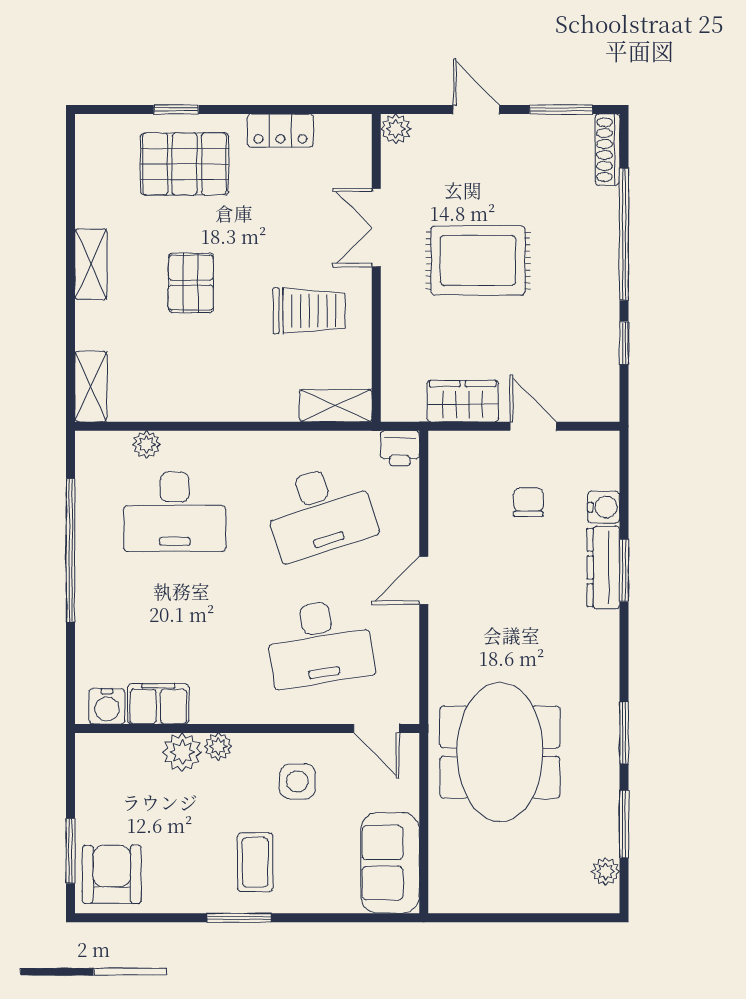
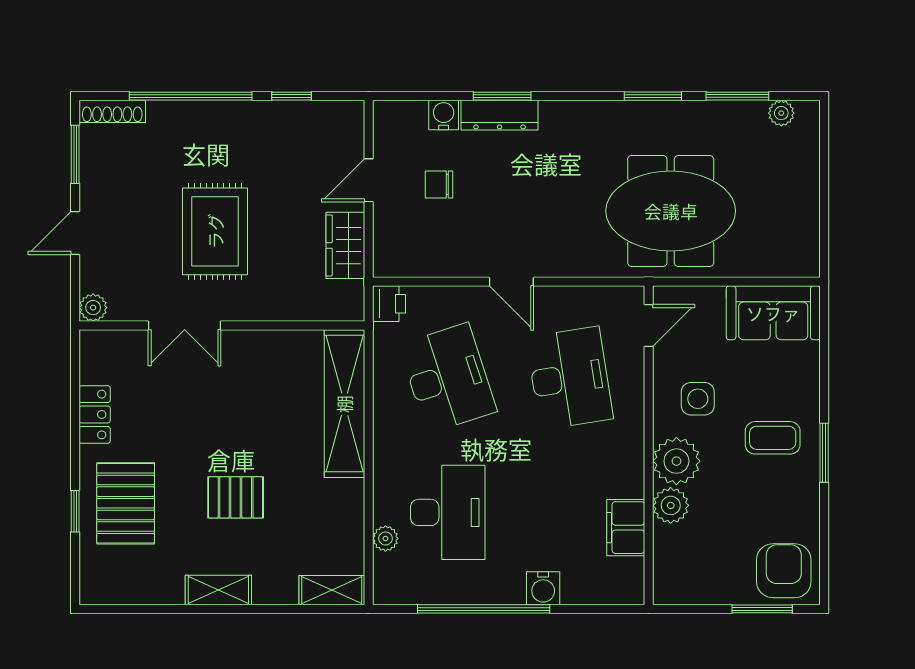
trolley: (309, 311) -> (262, 388), removed
shelving: (336, 406) -> (344, 404), width x2.20, depth x1.33
water cooler: (107, 706) -> (543, 588), moved, turned 90
plant: (218, 746) -> (676, 461), width x1.88, depth x1.88
armchair: (112, 874) -> (784, 571), turned 90

